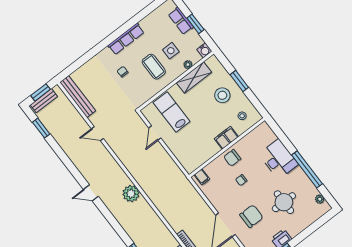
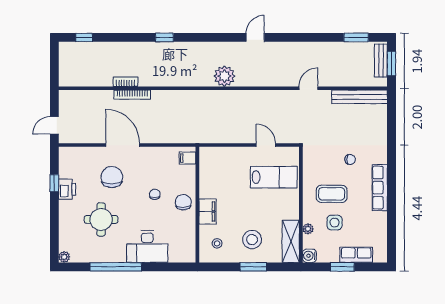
shelving: (194, 78) -> (291, 241), moved
plant: (320, 199) -> (64, 257), moved
chair: (251, 216) -> (112, 177), turned 180

